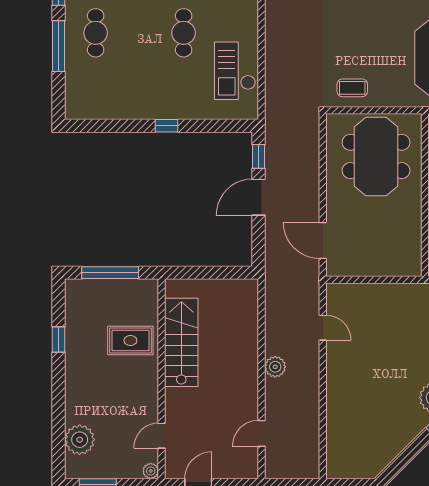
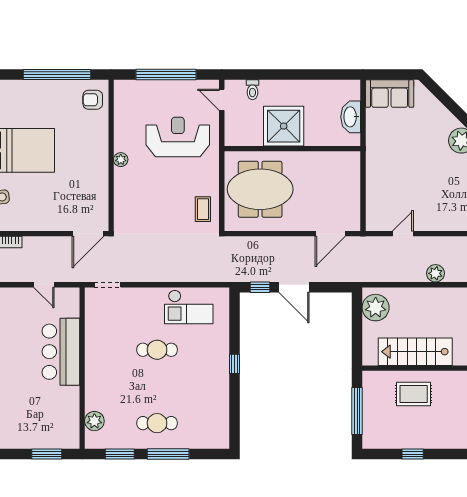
plant: (234, 295) -> (376, 308), added
rug: (130, 340) -> (414, 394), turned 90

